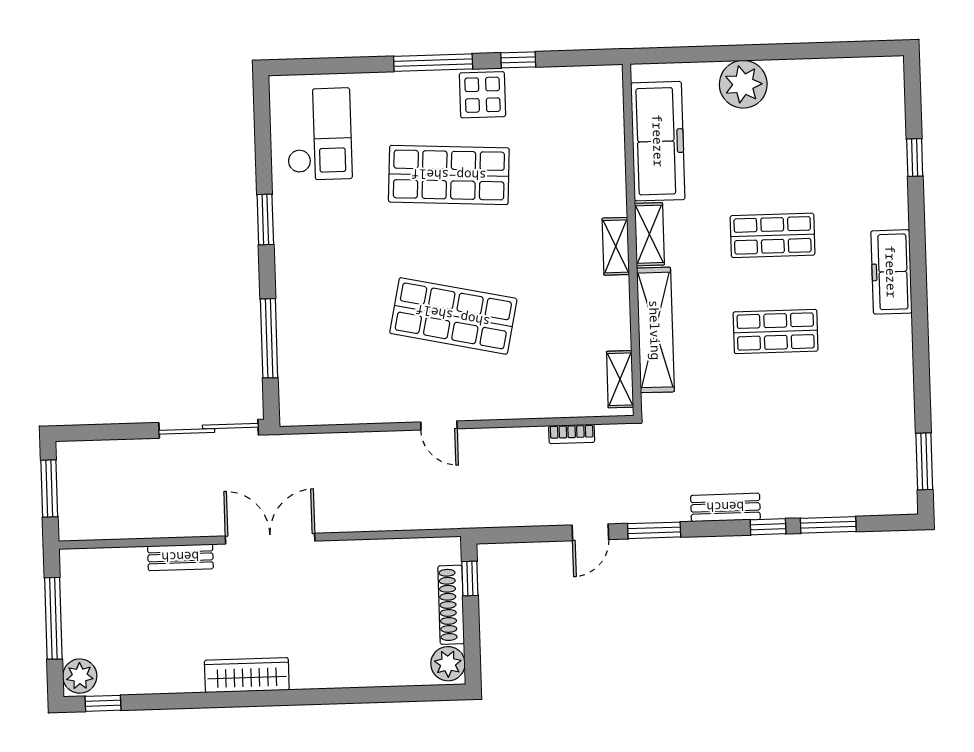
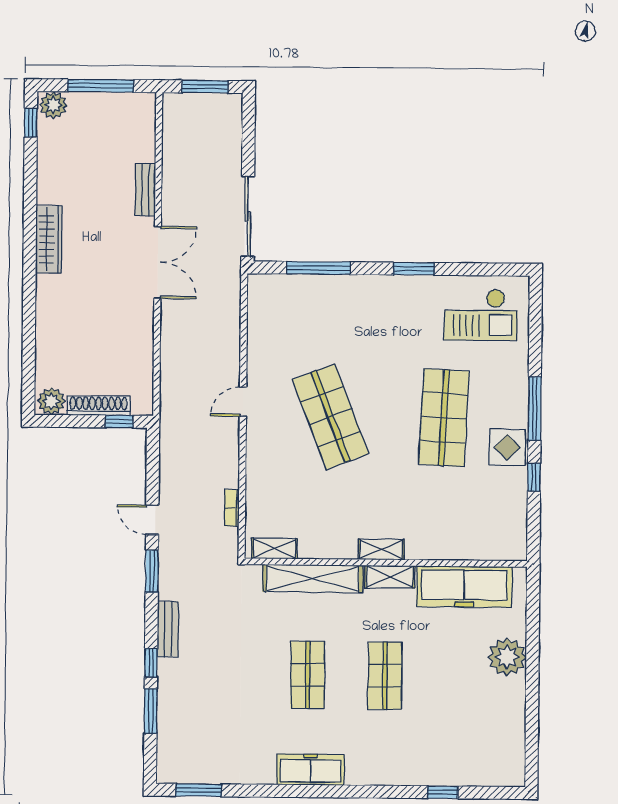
freezer: (891, 272) -> (311, 770), moved
shop shelf: (453, 316) -> (330, 417), turned -33

